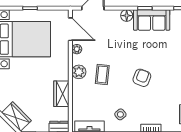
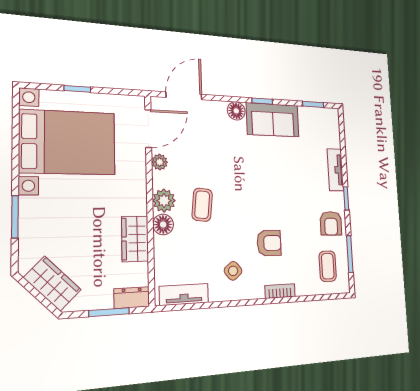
door: (70, 29) -> (148, 129), hinge flipped
armchair: (142, 78) -> (269, 243), moved, turned 69
floor lamp: (78, 86) -> (163, 225), added

